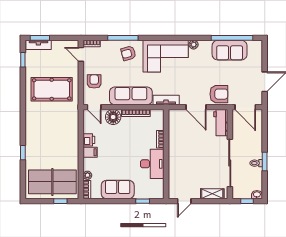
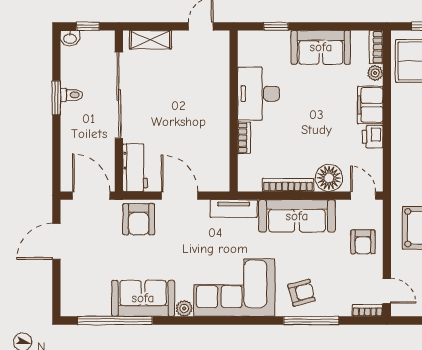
sofa: (230, 50) -> (143, 298), moved
armchair: (219, 94) -> (139, 219), turned -90
filing cabinet: (90, 152) -> (370, 105), width x2.00

